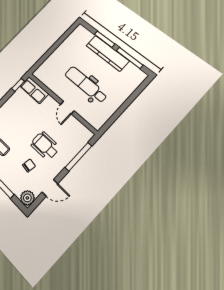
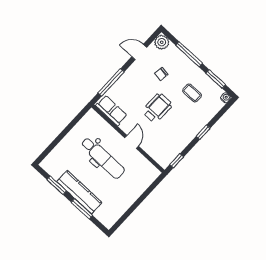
window: (130, 58) -> (57, 185), width x0.69
row of seats: (34, 90) -> (111, 111), moved
door: (67, 108) -> (132, 142), moved
wheelchair: (45, 146) -> (157, 108), moved, turned -90

